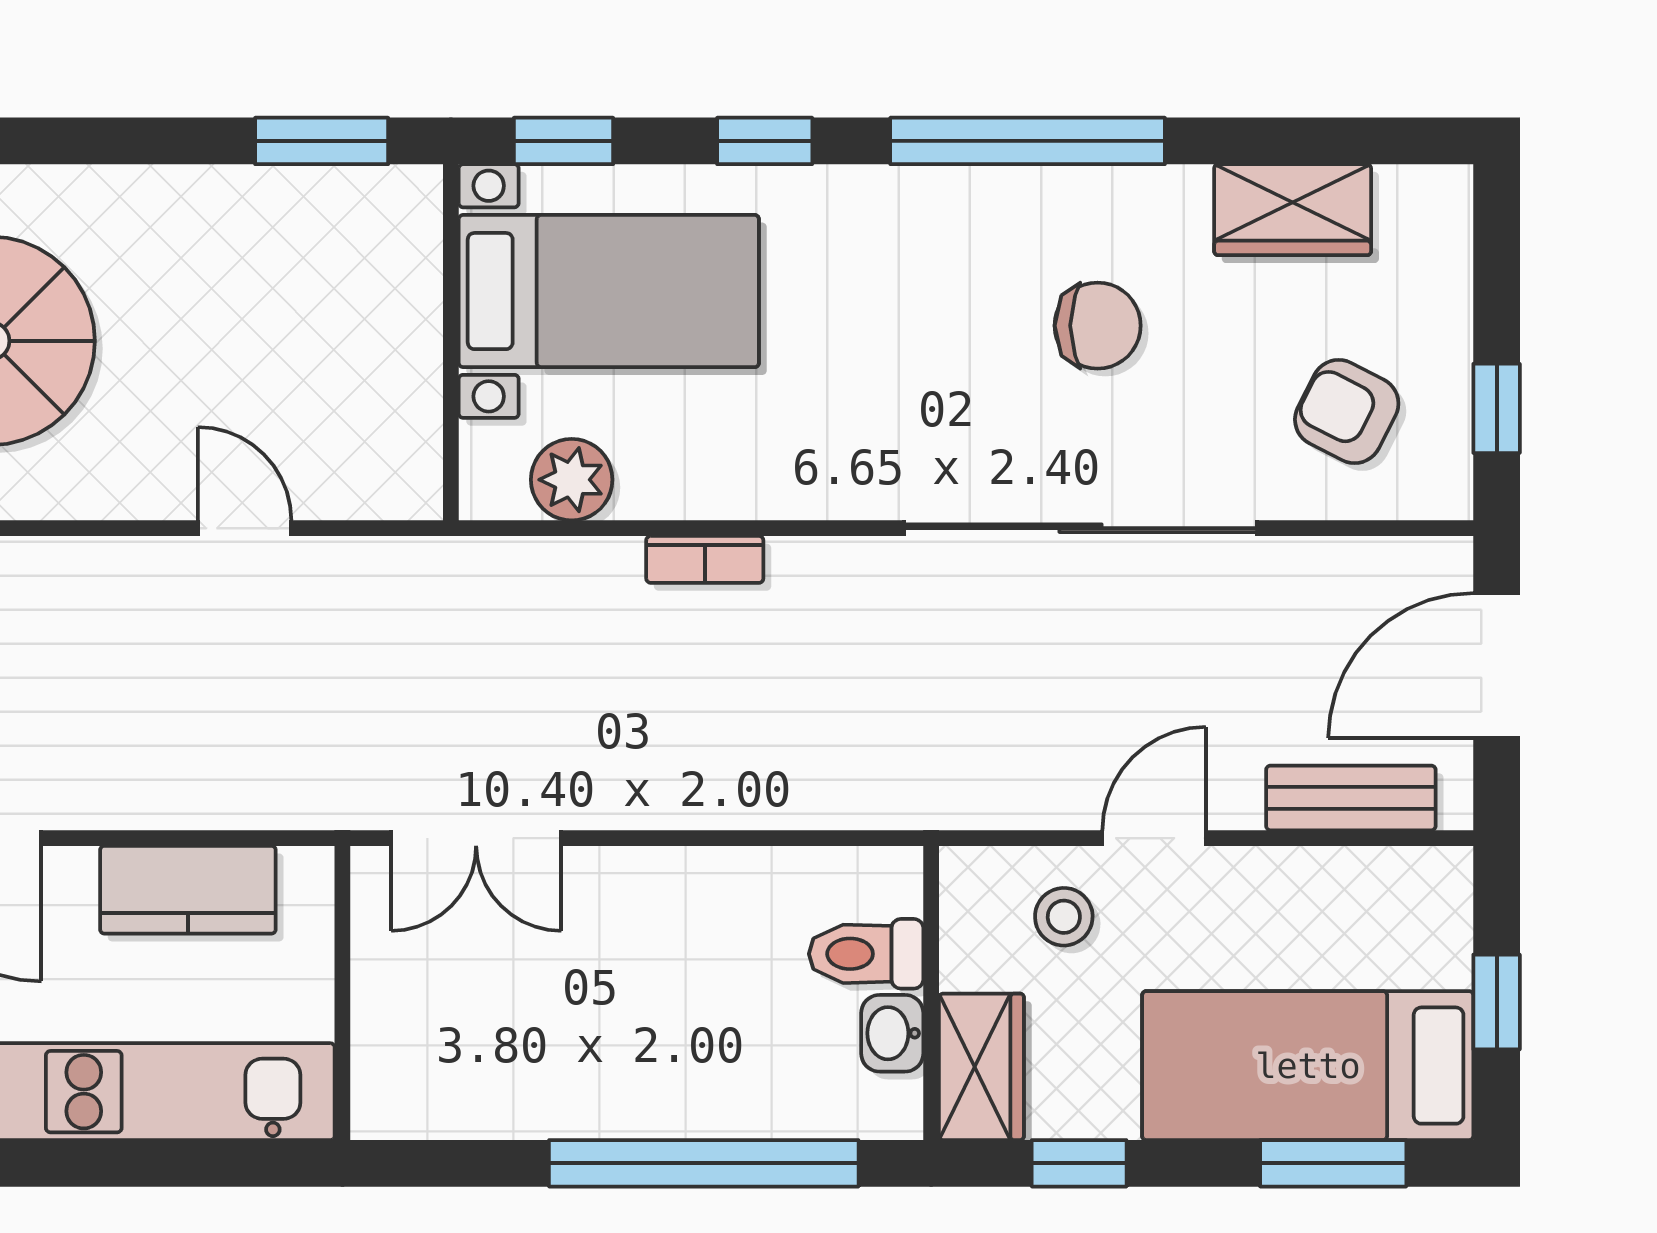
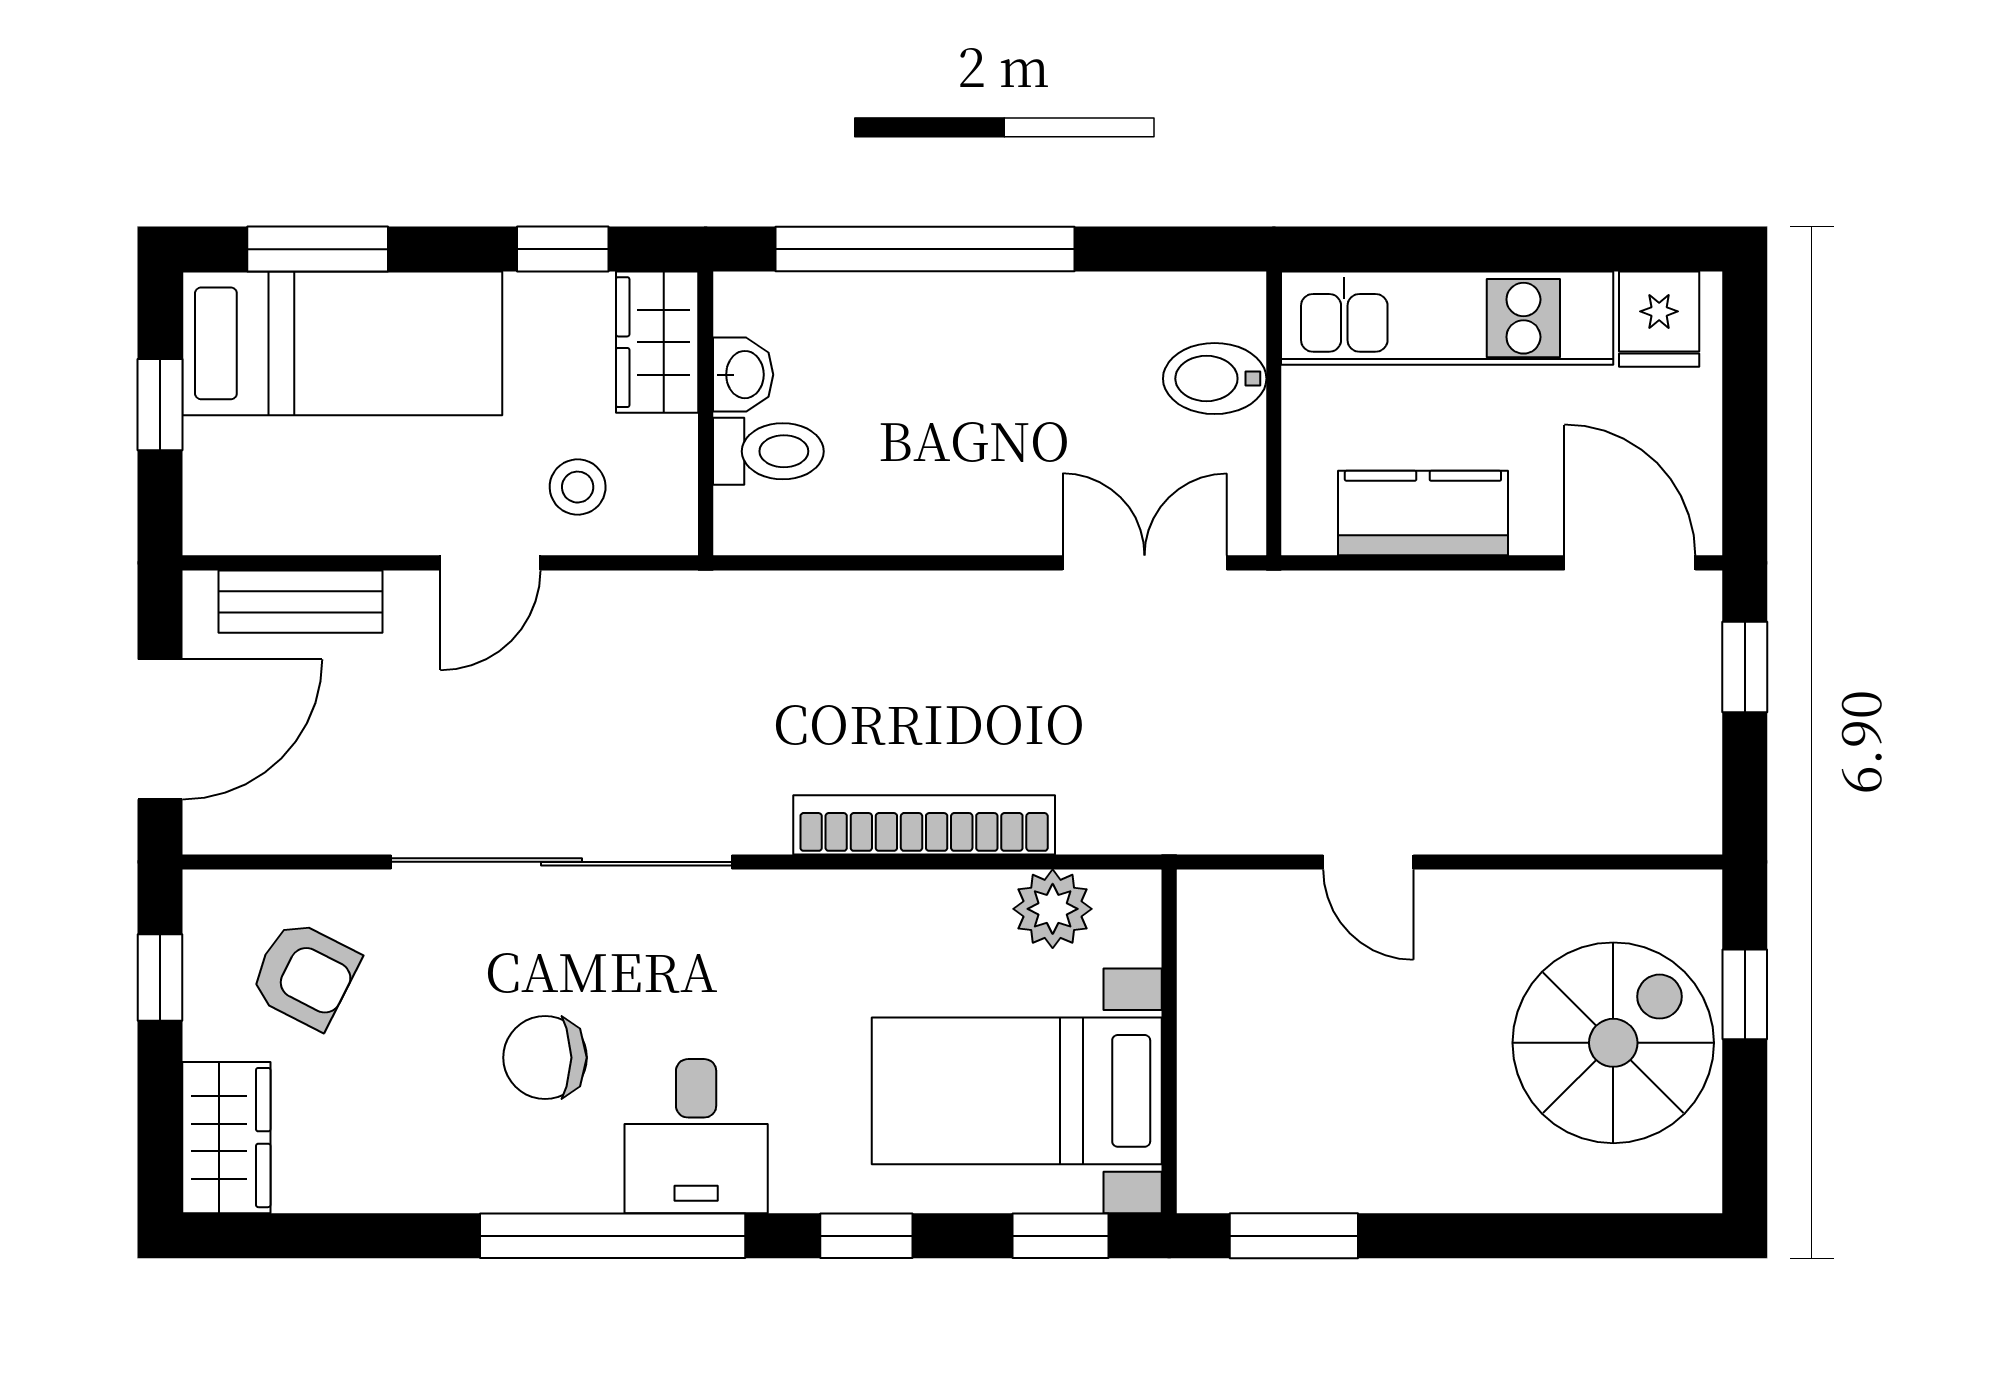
wardrobe: (1293, 210) -> (226, 1138), moved, turned 90
desk: (941, 244) -> (696, 1136), added
bookcase: (705, 559) -> (924, 825), width x2.31, depth x1.31
bidet: (404, 1029) -> (1215, 379), added

